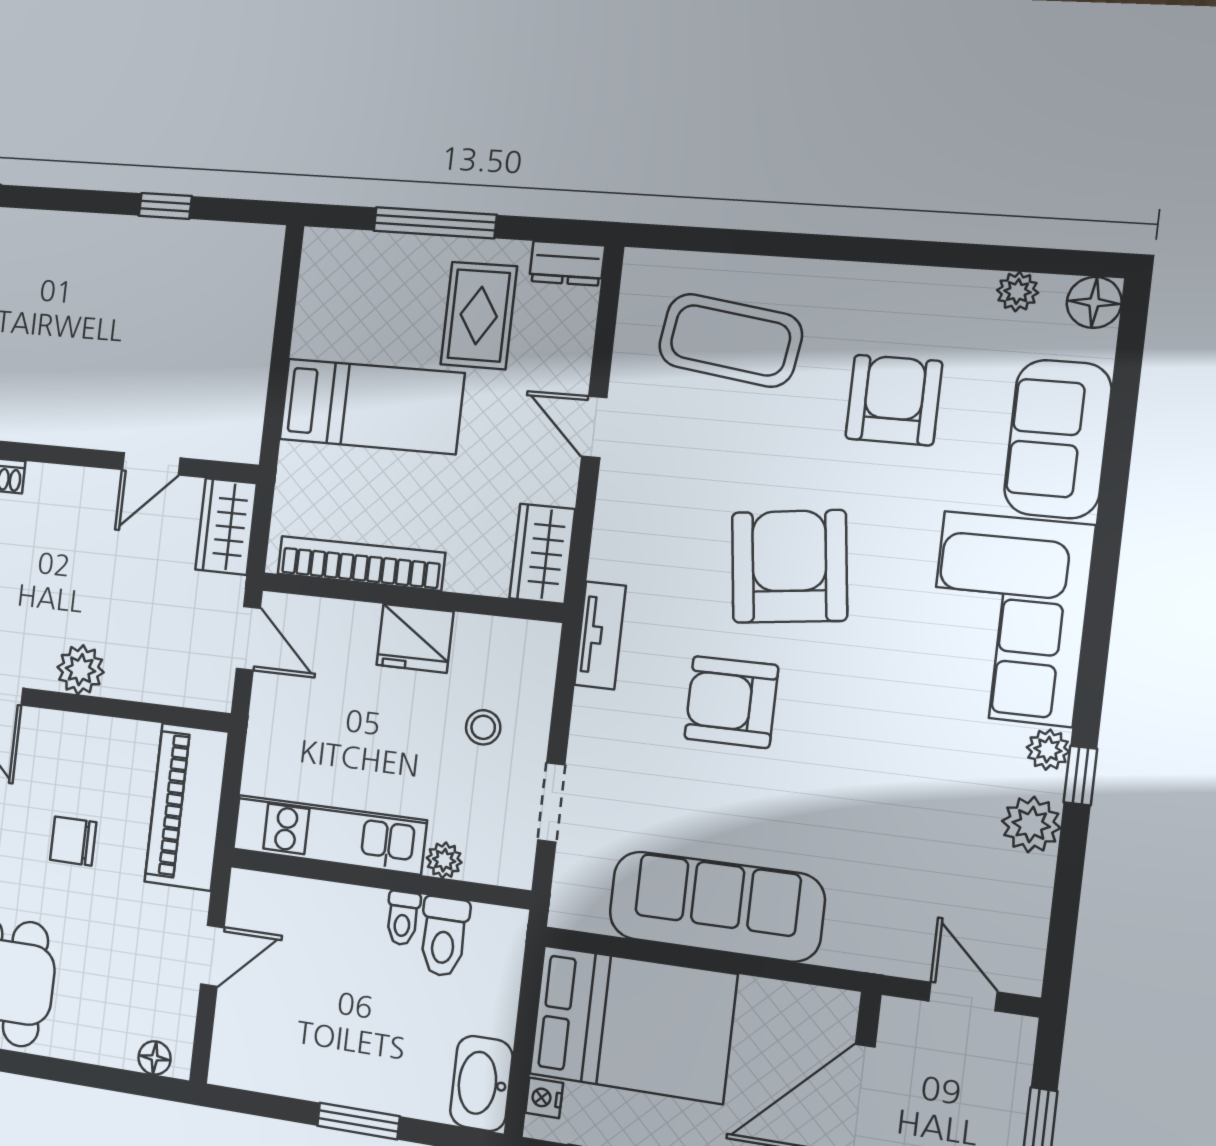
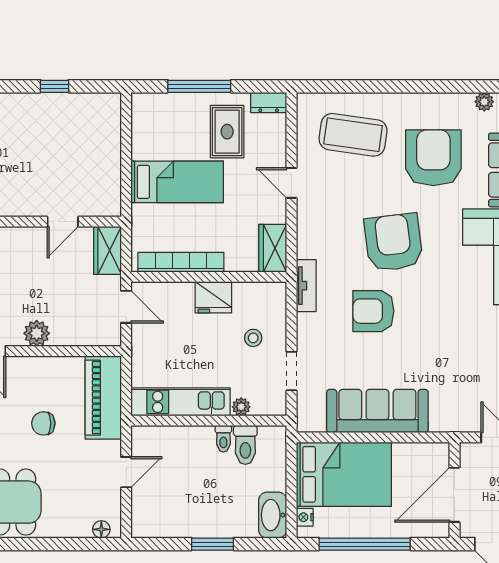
armchair: (894, 400) -> (433, 158), width x1.36, depth x1.36

